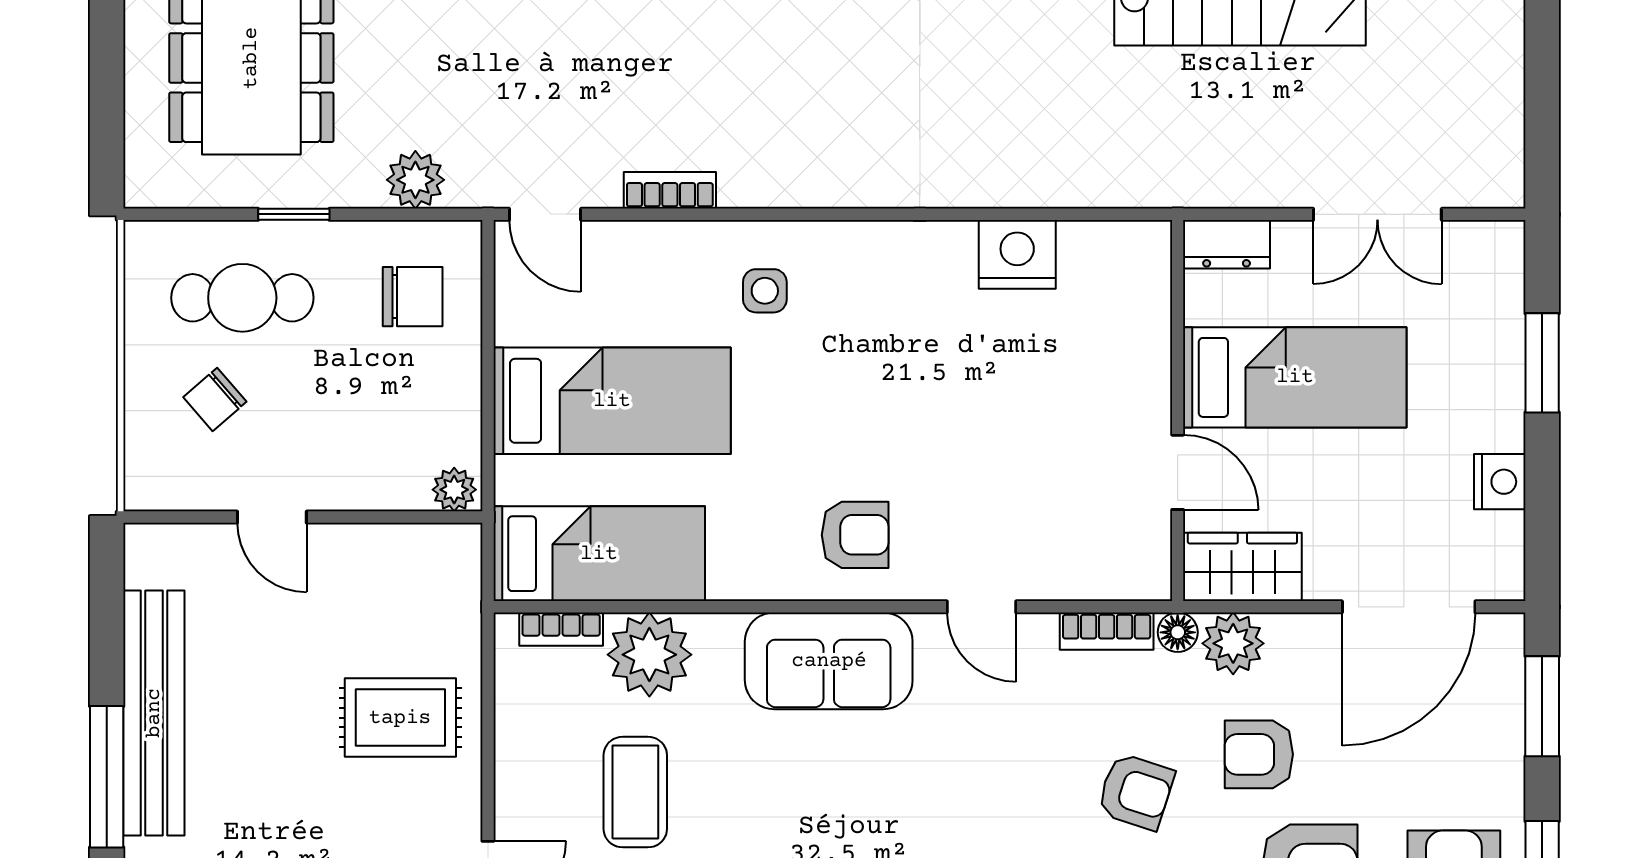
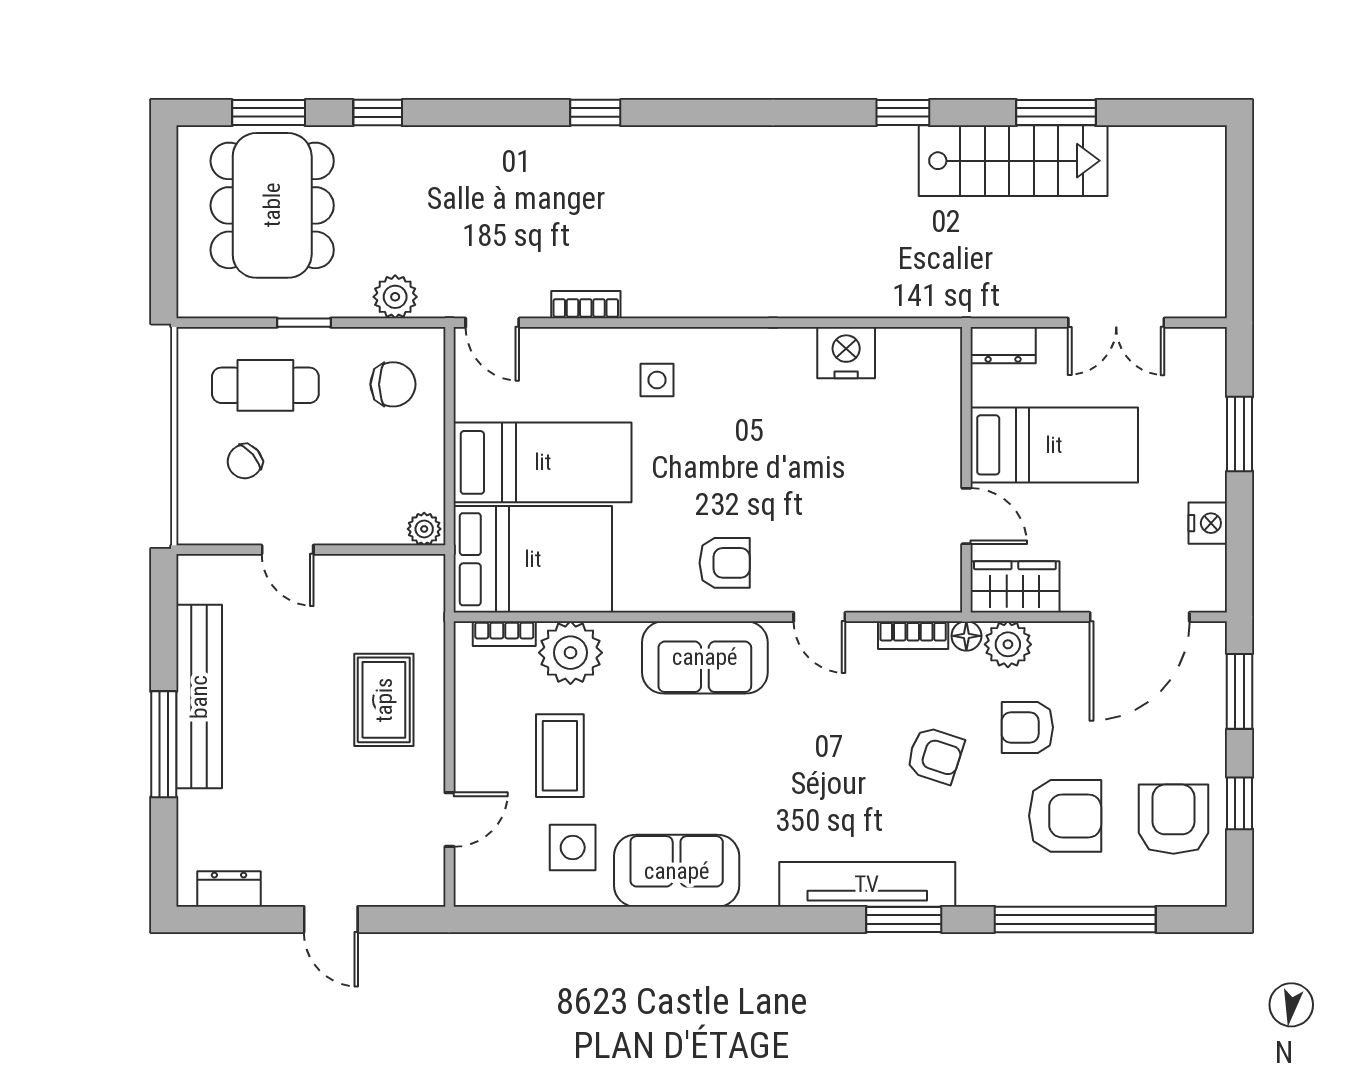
bed: (599, 554) -> (533, 559), width x1.50
rug: (400, 718) -> (384, 700), turned 90

